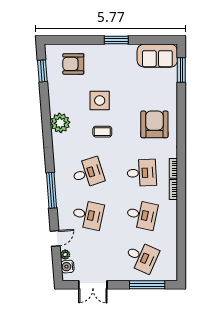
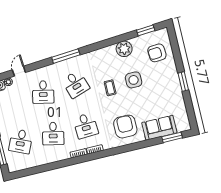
sofa: (157, 56) -> (159, 128), moved, turned 90
armchair: (73, 64) -> (157, 53), turned -94
plant: (60, 123) -> (124, 49), moved
armchair: (154, 124) -> (125, 127), turned -90
window: (51, 190) -> (66, 56), moved
door: (55, 238) -> (19, 71), swing flipped

